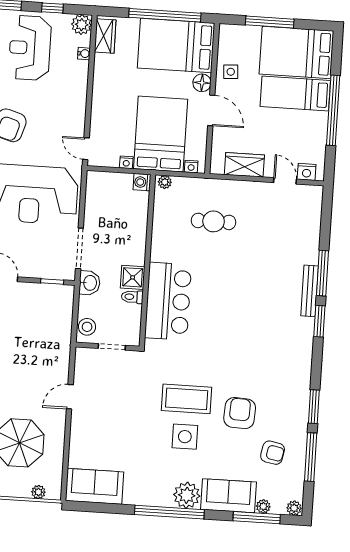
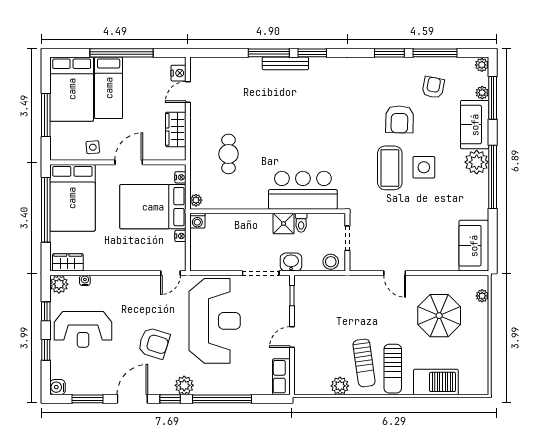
floor lamp: (202, 83) -> (104, 172), removed
armchair: (240, 413) -> (400, 119), turned -92

